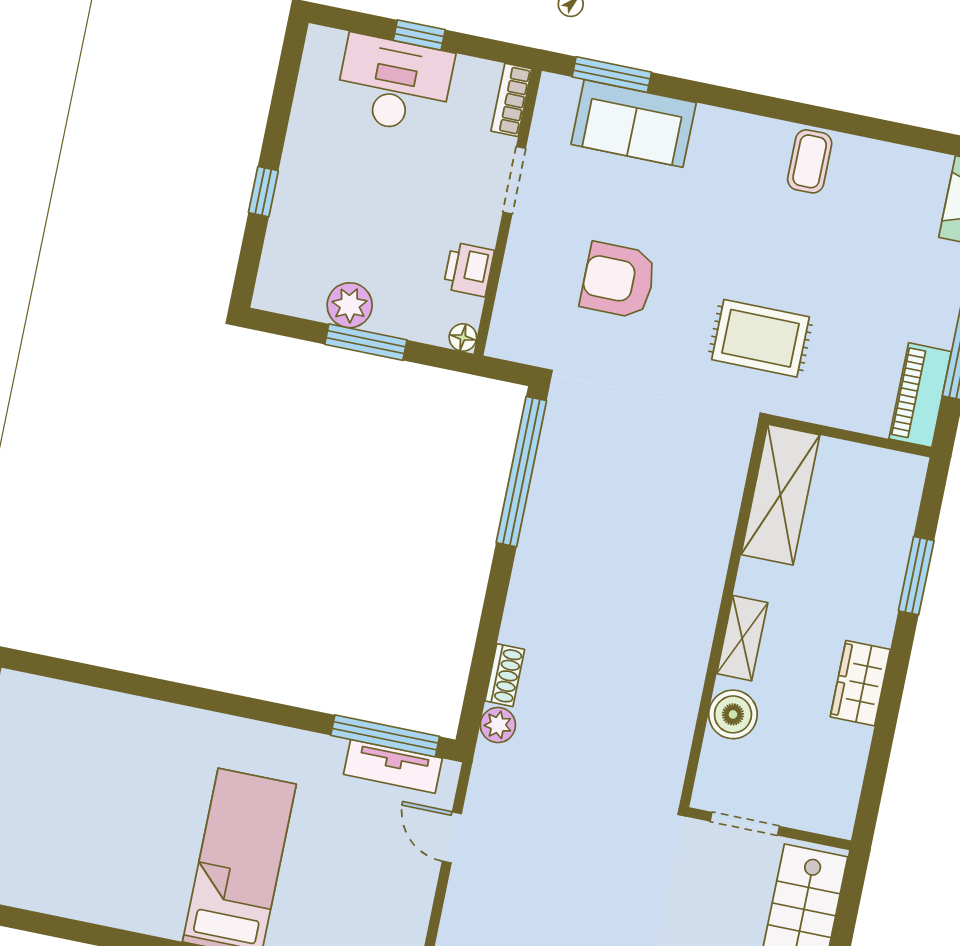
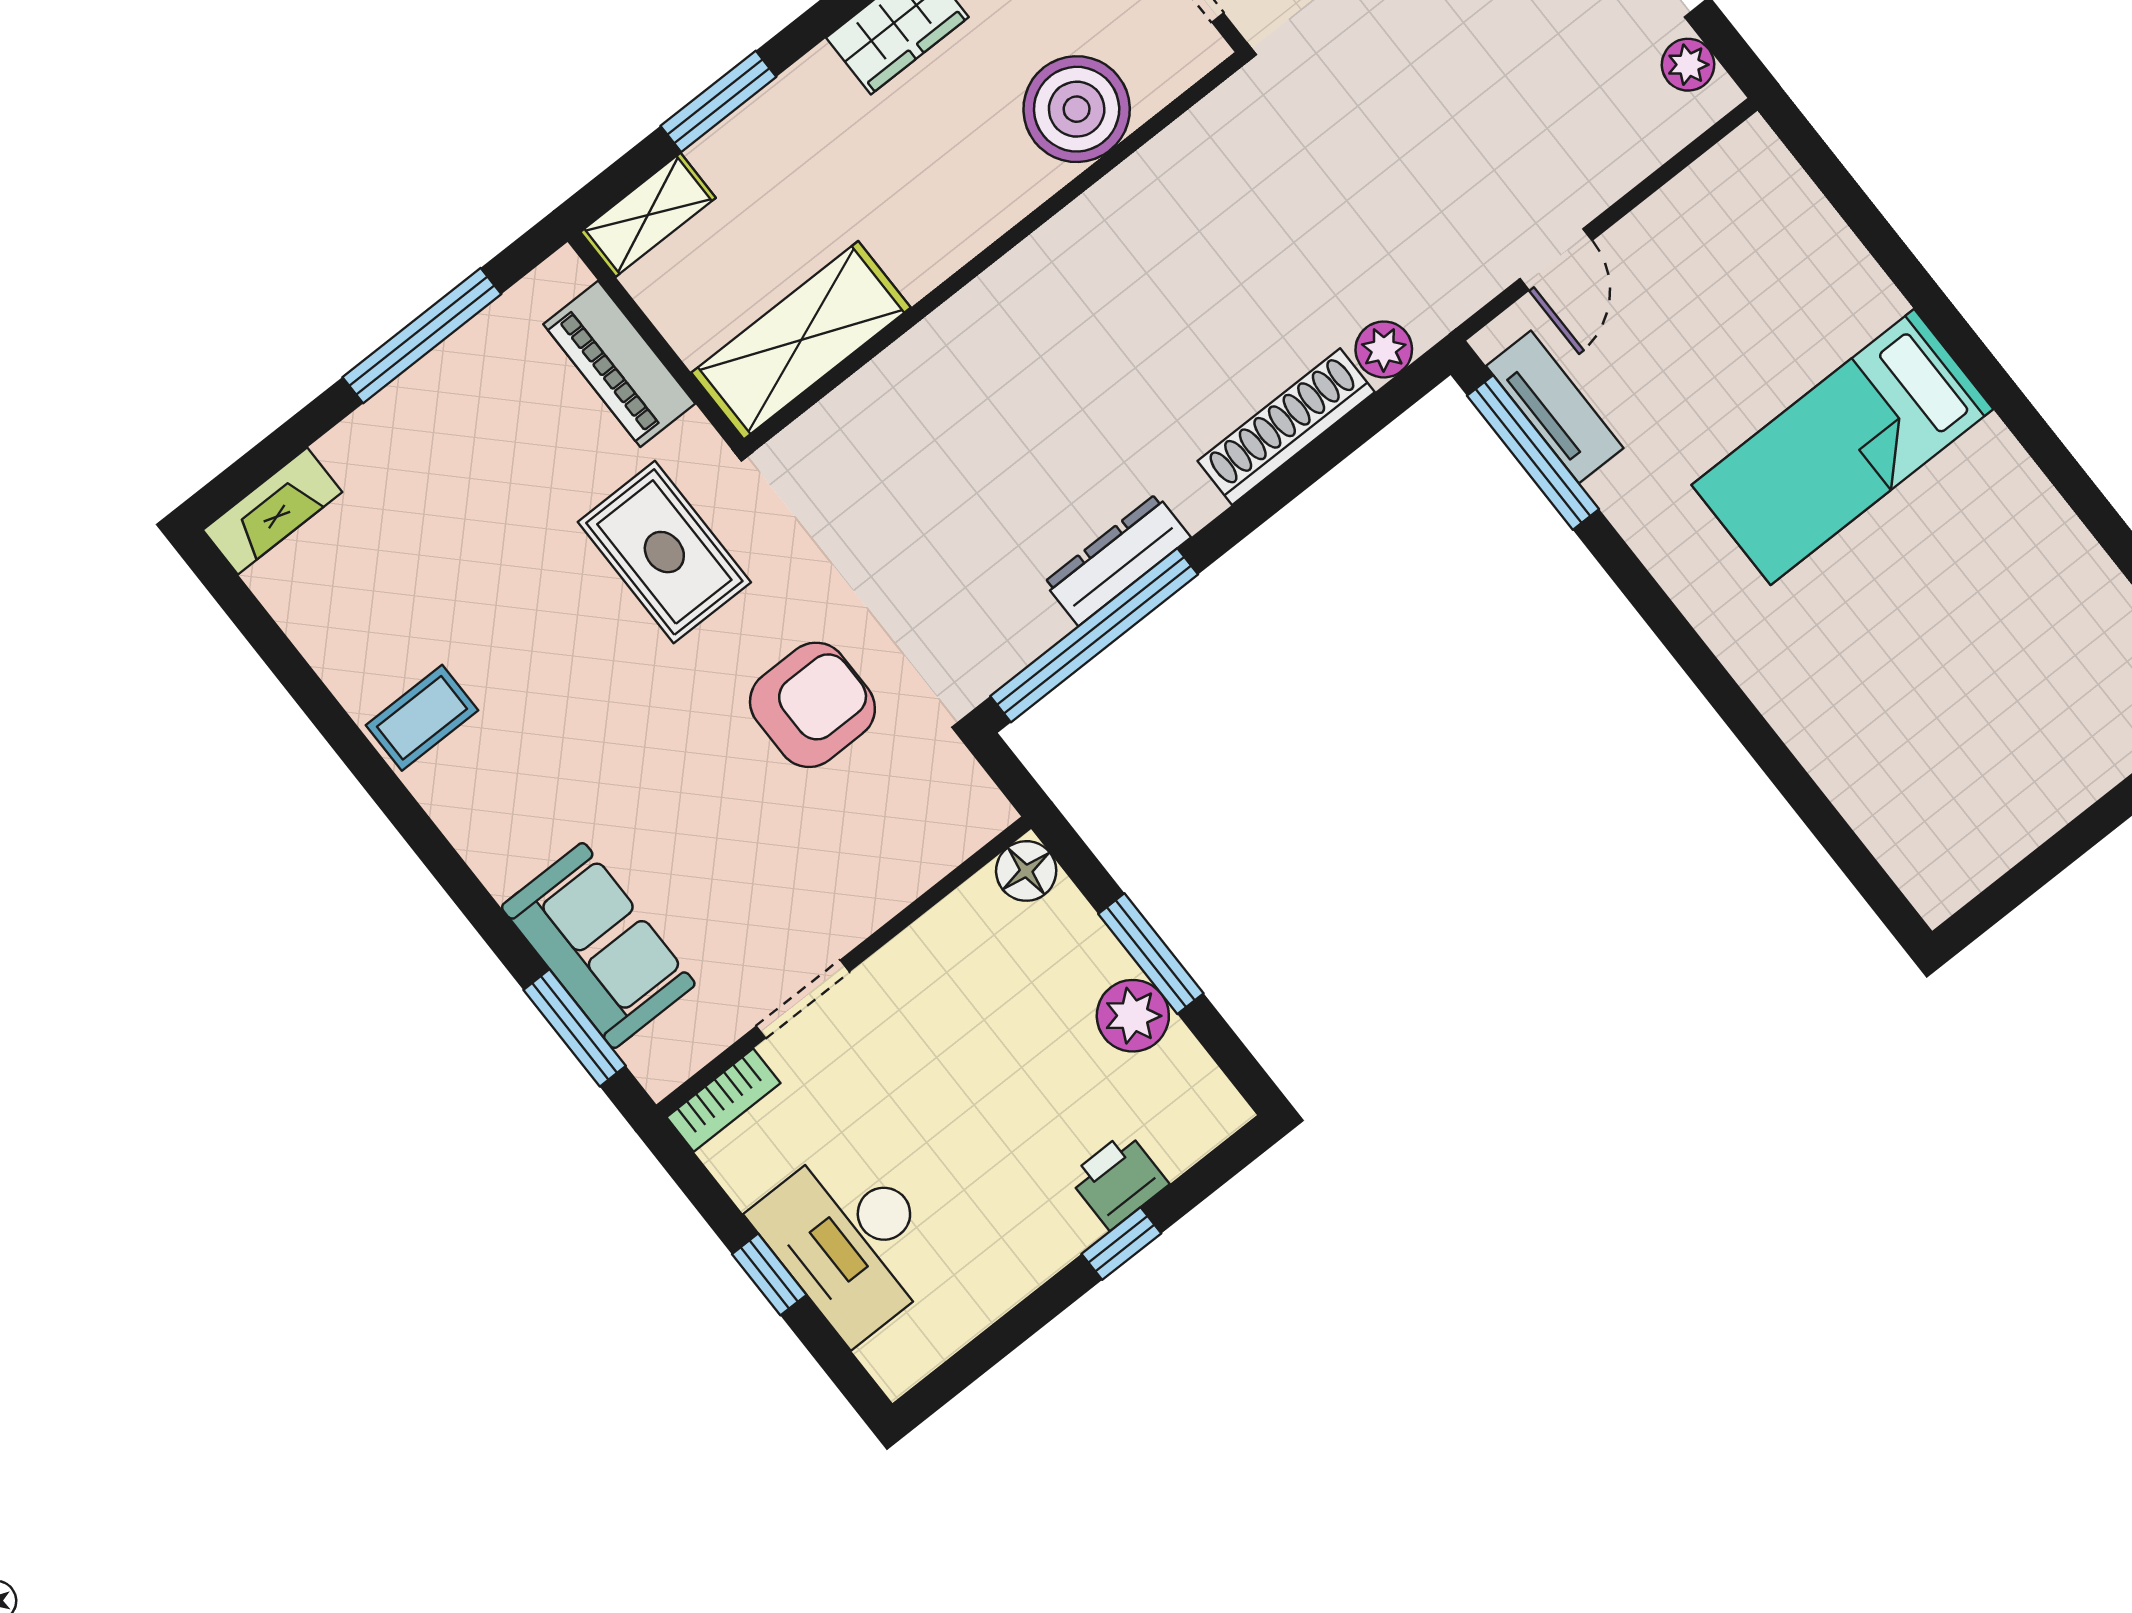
printer: (469, 269) -> (1118, 1180), moved, turned 180
armchair: (618, 280) -> (812, 705), moved, turned -90
floor lamp: (463, 337) -> (1026, 871), width x1.37, depth x1.37
piano: (920, 395) -> (619, 364), moved, turned 90
dresser: (541, 517) -> (1117, 560), added
shelving: (742, 638) -> (648, 215), moved
shoe rack: (505, 675) -> (1286, 427), width x1.94, depth x1.24
boiler: (733, 714) -> (1077, 109), width x1.37, depth x1.37

